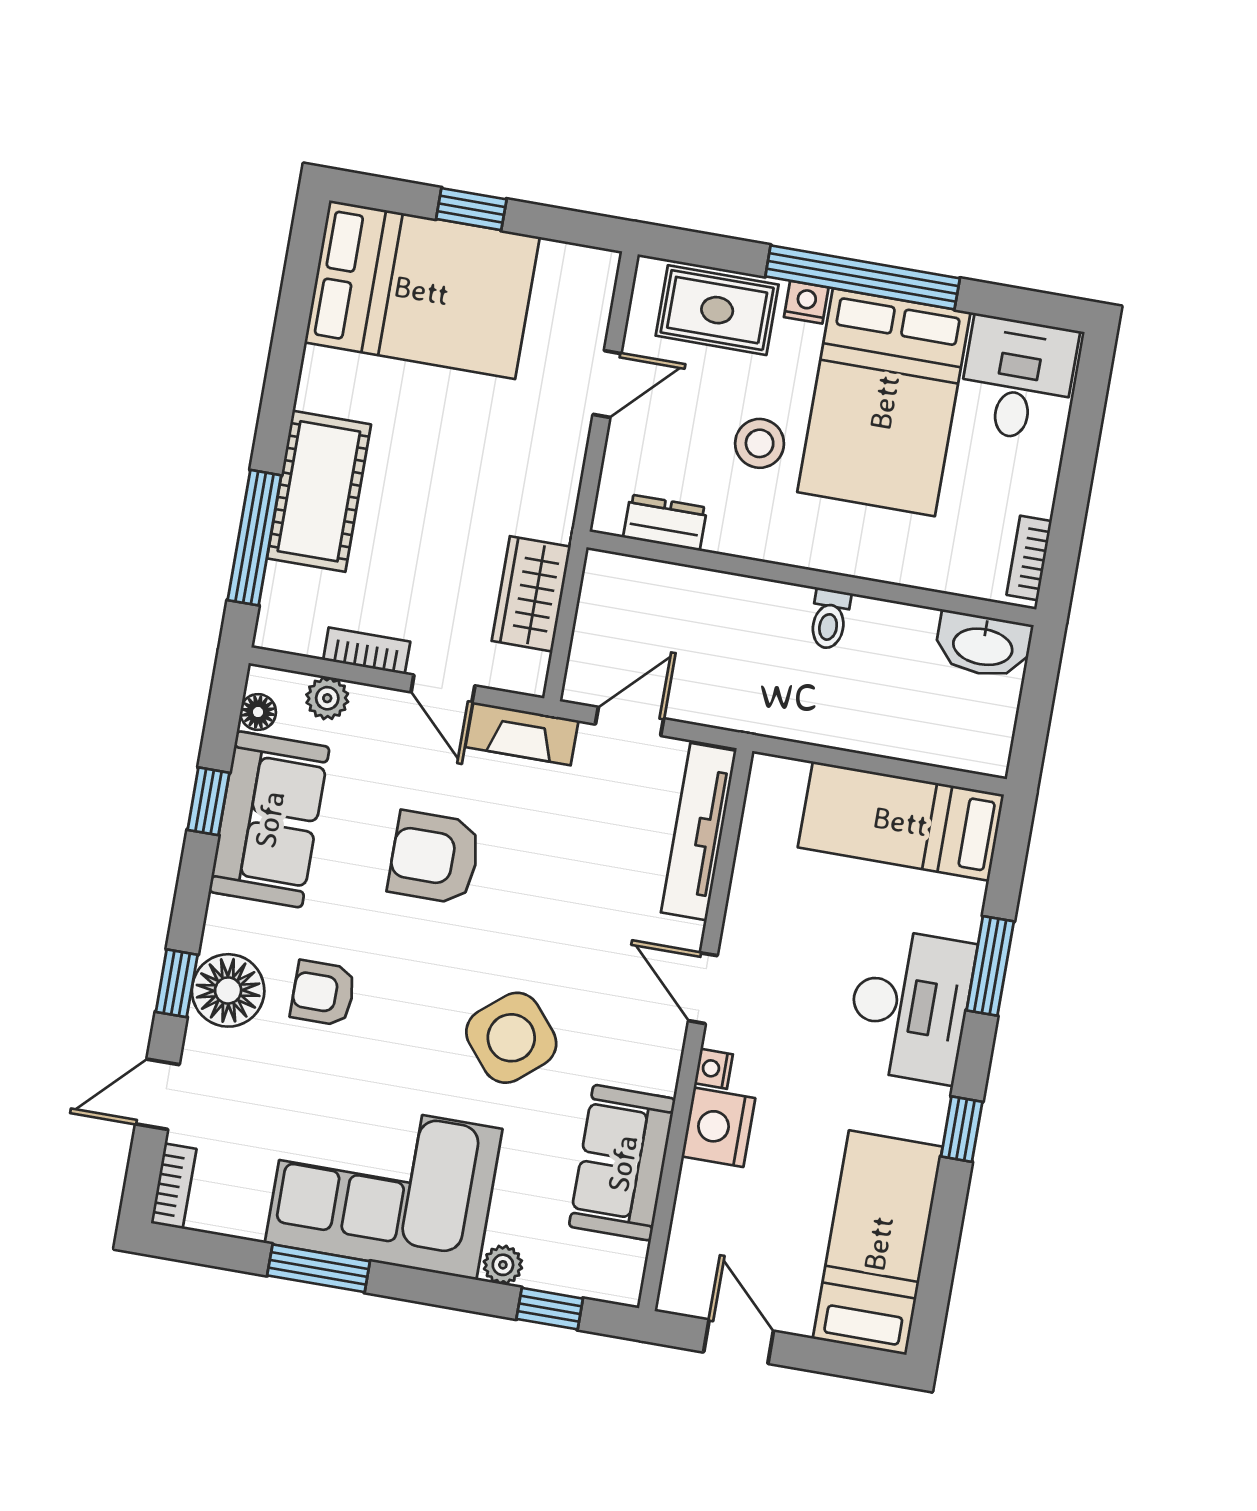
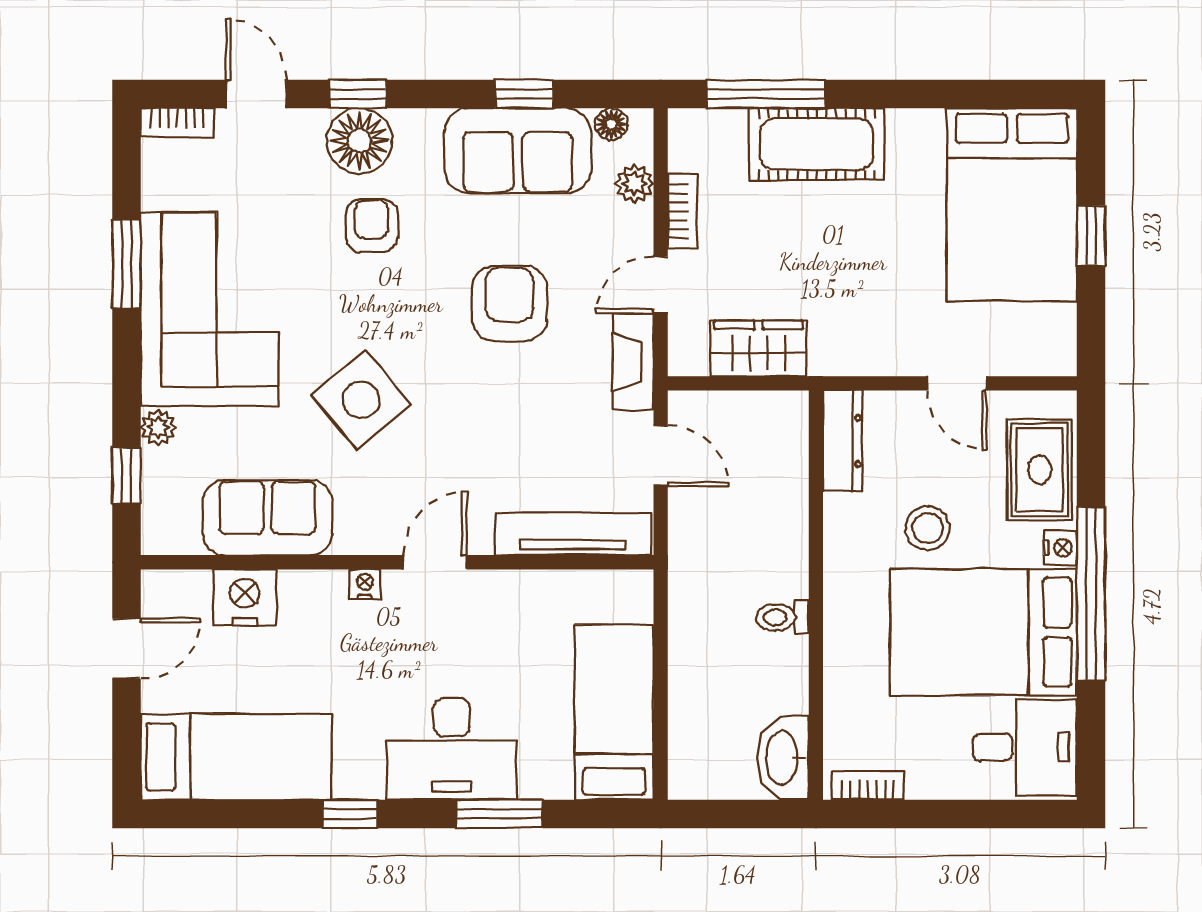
dresser: (665, 523) -> (843, 441), width x1.44
nightstand: (718, 1127) -> (245, 598), moved

